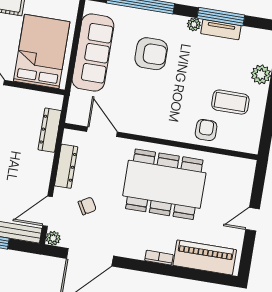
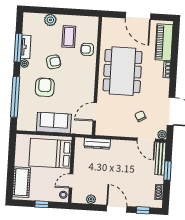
sofa: (93, 53) -> (54, 123), width x0.73
armchair: (191, 73) -> (54, 62), added
dresser: (66, 166) -> (118, 131), removed
door: (253, 219) -> (138, 16), width x1.88

